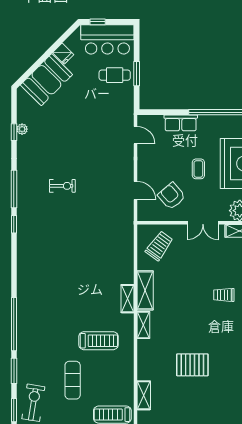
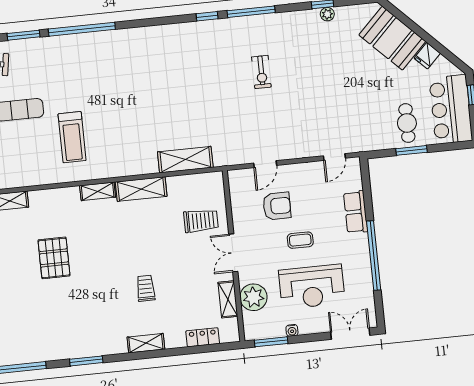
armchair: (172, 196) -> (277, 206), moved, turned 41
trolley: (159, 246) -> (201, 221), moved, turned -36
shelving: (128, 299) -> (185, 160), moved, width x1.50, depth x1.33

